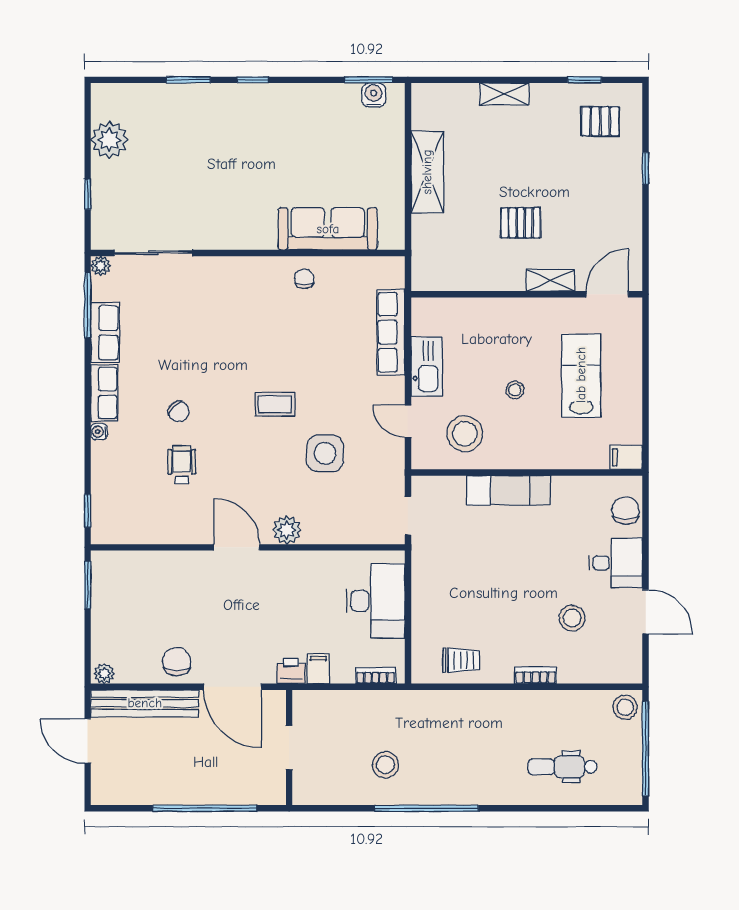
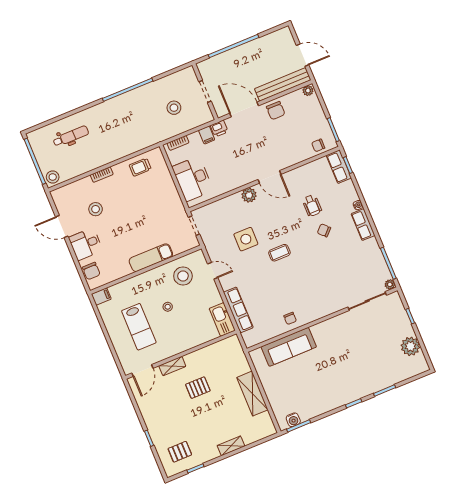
row of seats: (105, 333) -> (339, 167), moved
kitchen sink: (427, 367) -> (222, 319), moved
chair: (126, 568) -> (318, 145), added
stool: (385, 765) -> (174, 108), moved

